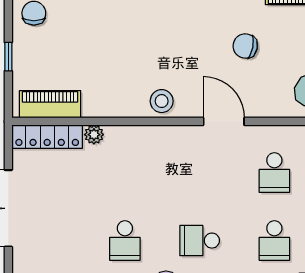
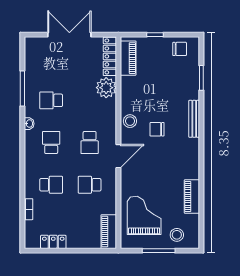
chair: (245, 46) -> (157, 129), moved, turned -101
plant: (94, 135) -> (106, 88), width x1.88, depth x1.88
school desk: (200, 173) -> (90, 143), added
school desk: (274, 241) -> (51, 185), turned 180

